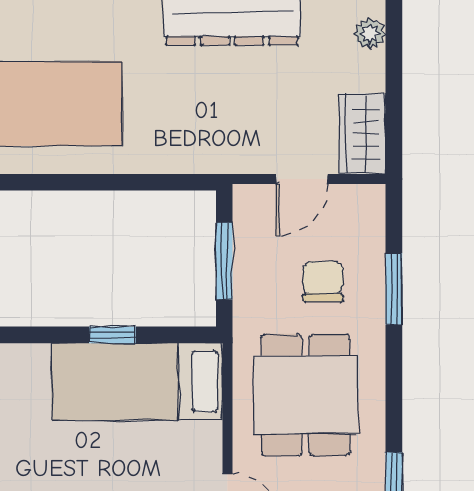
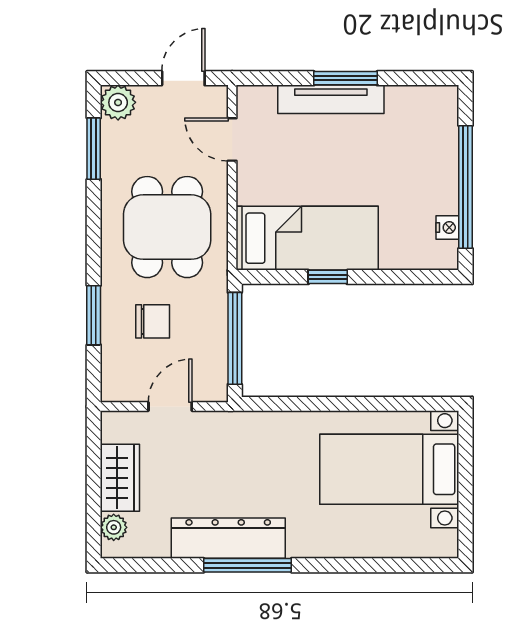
wardrobe: (362, 134) -> (120, 478), moved
window: (224, 261) -> (235, 338), width x1.44
chair: (323, 281) -> (153, 321), turned -90

